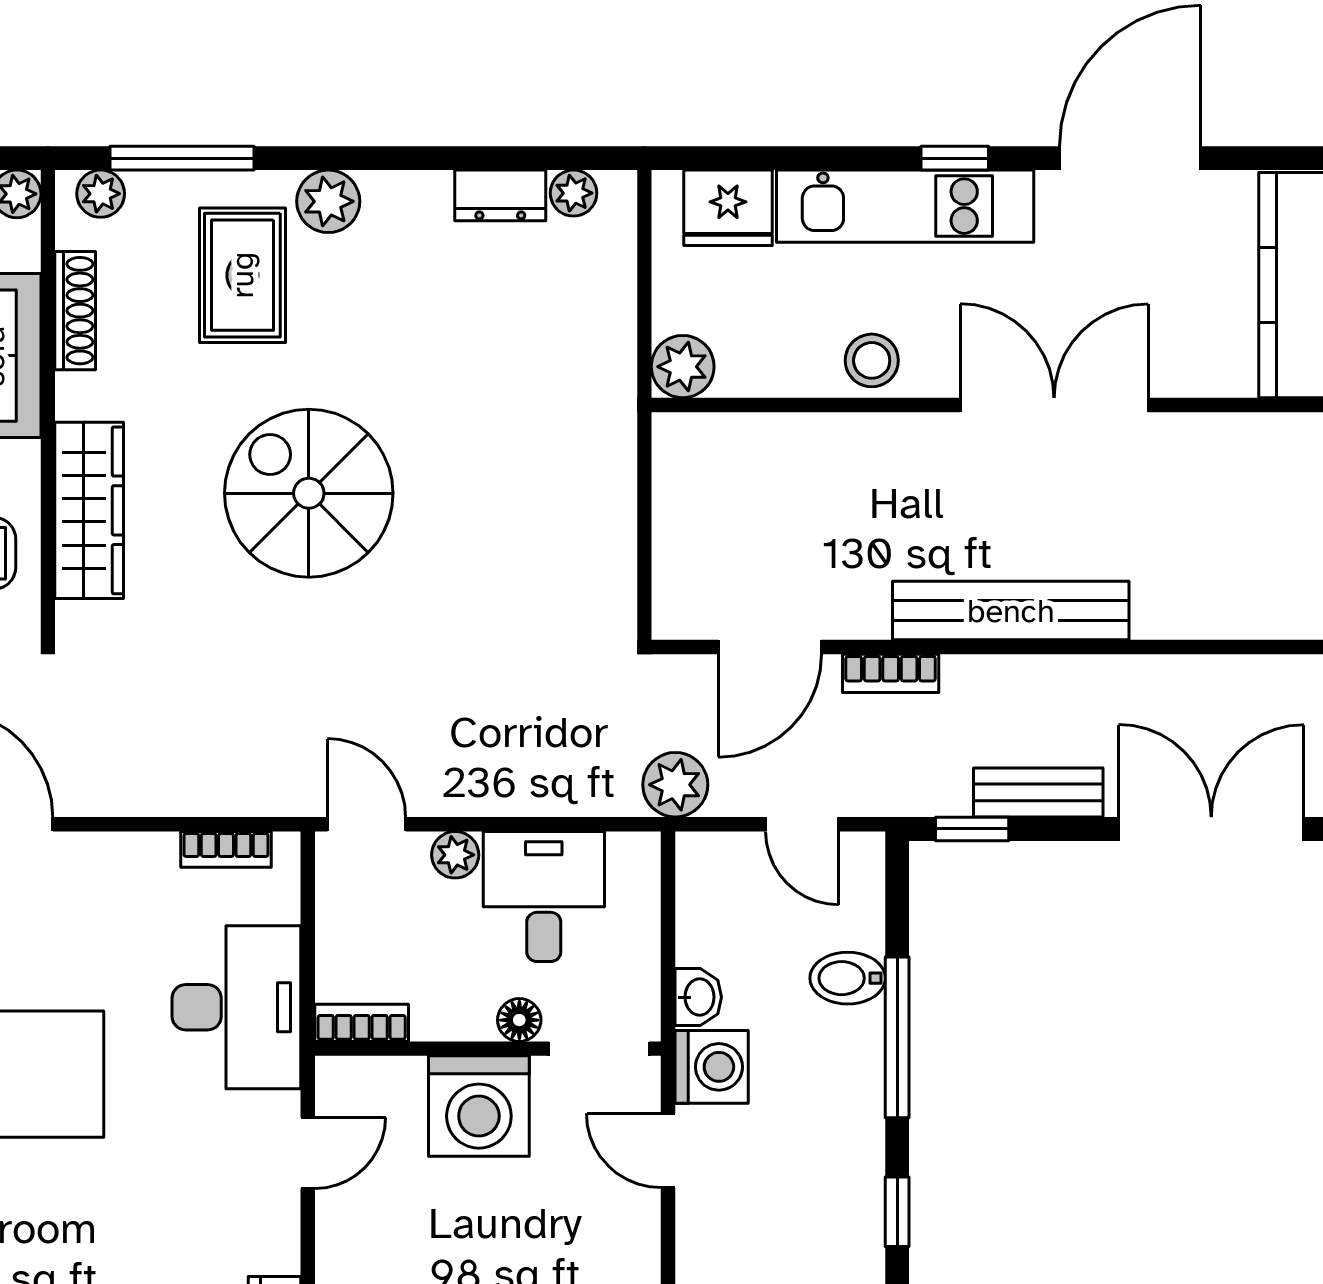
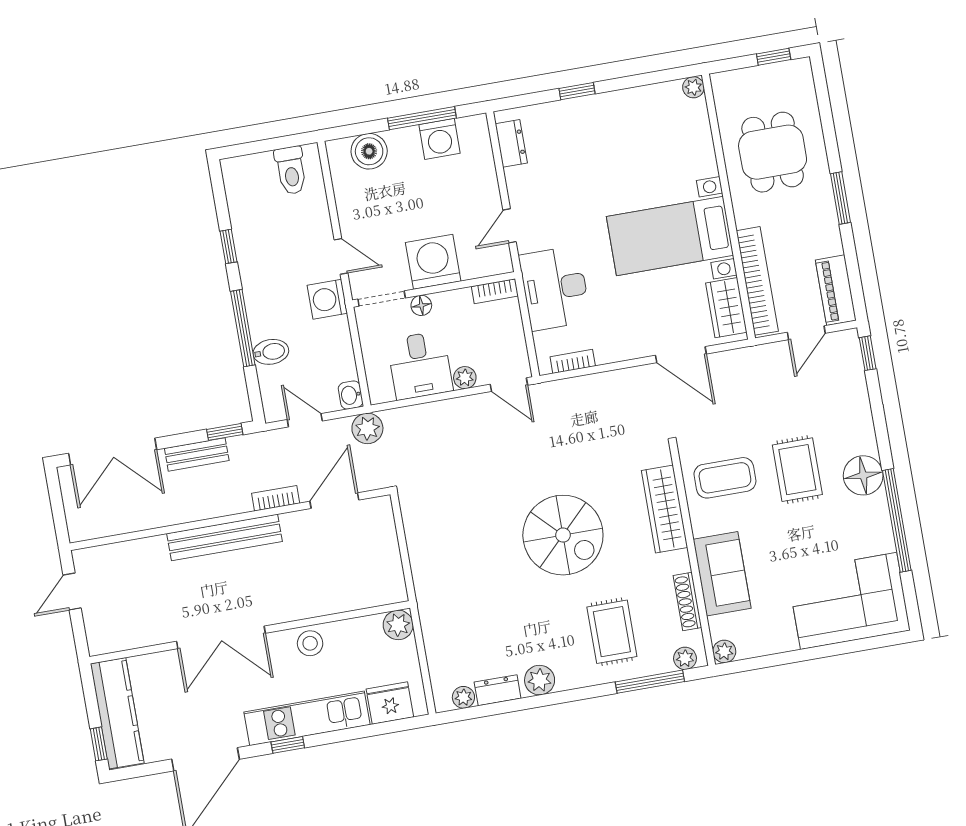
plant: (328, 201) -> (540, 680), moved
washbasin: (698, 997) -> (351, 395), moved

